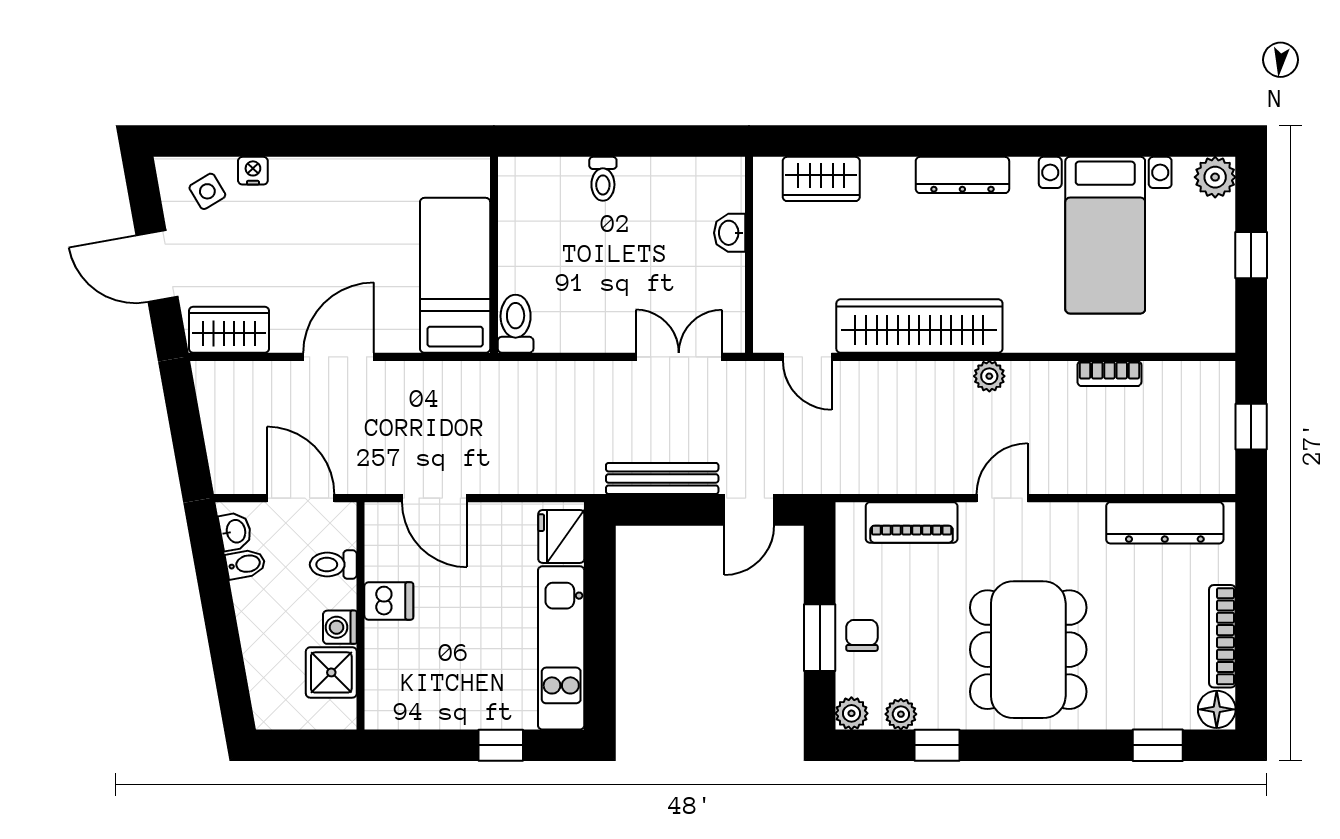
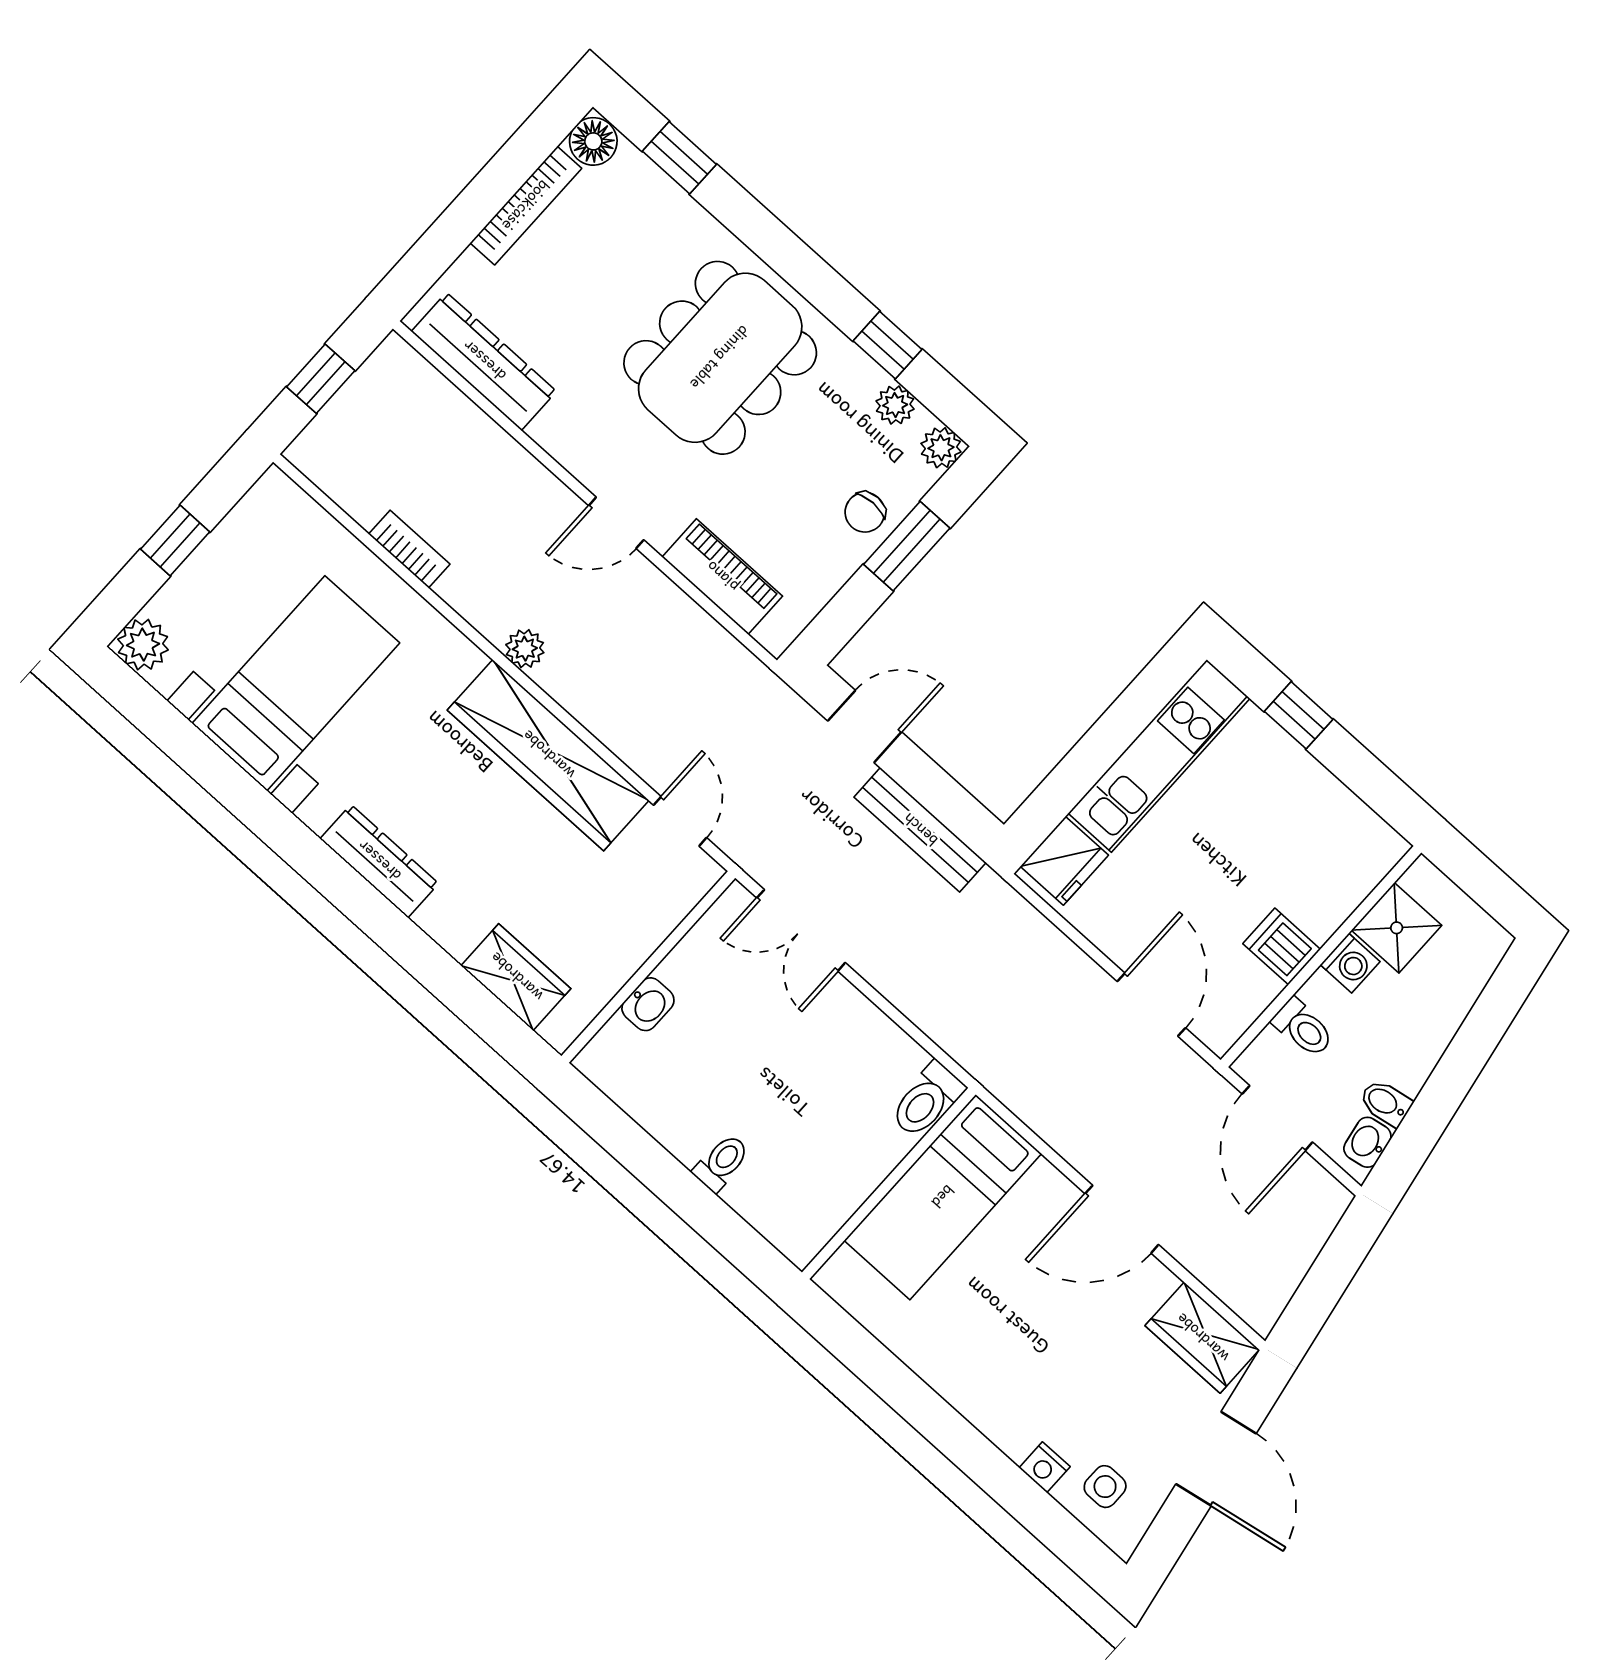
side table: (207, 191) -> (1105, 1487), turned 31

